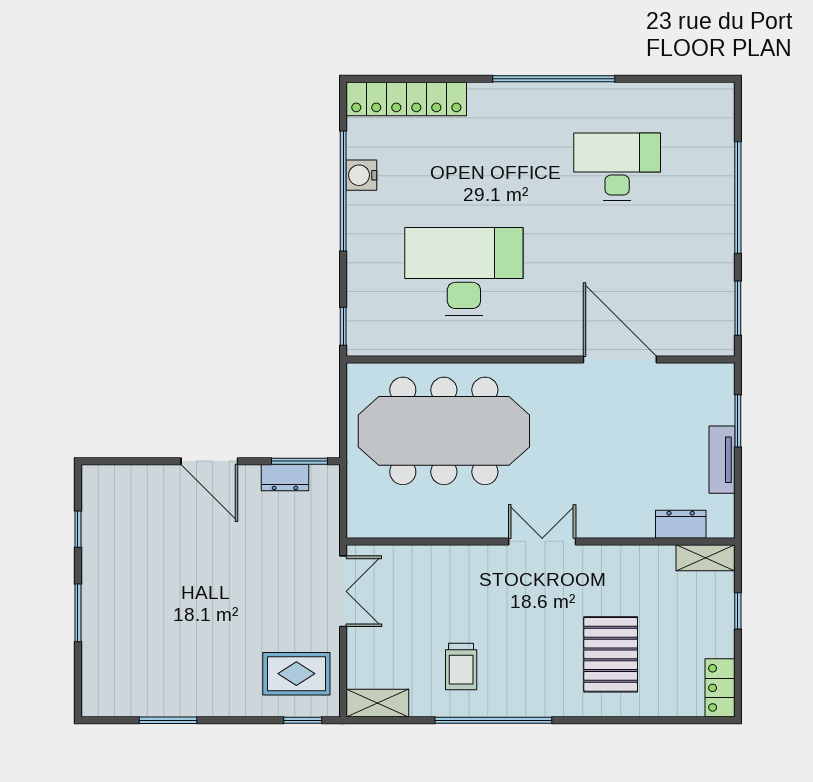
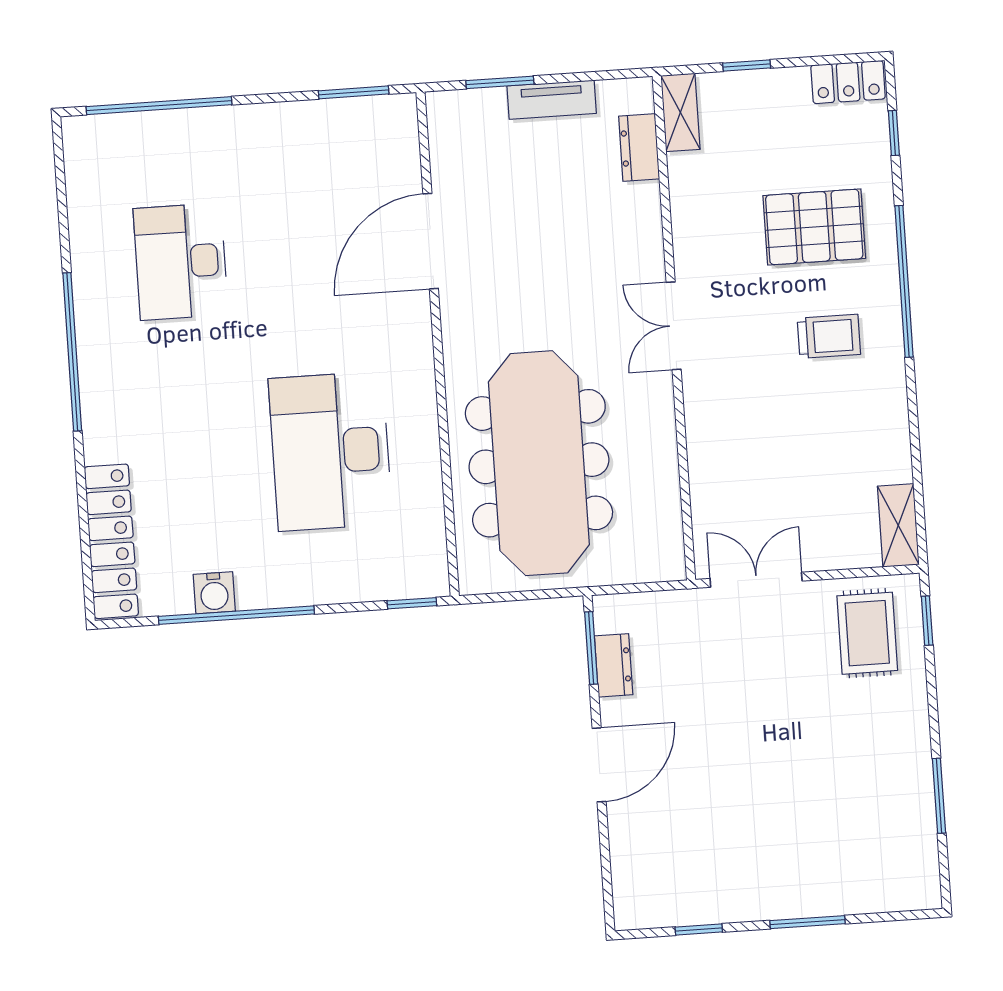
window: (738, 197) -> (159, 106), moved
trolley: (461, 666) -> (829, 336), moved
window: (493, 720) -> (904, 281), moved
window: (679, 720) -> (894, 133), added

